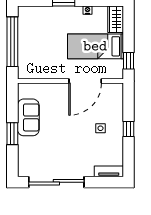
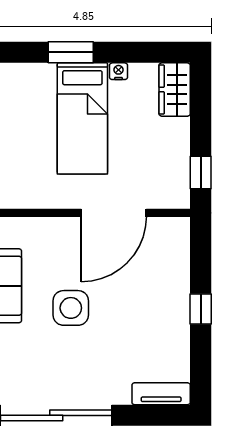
bed: (95, 46) -> (82, 118), moved, turned -90
side table: (100, 128) -> (71, 308), moved, width x1.87, depth x1.87

